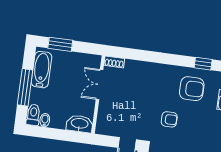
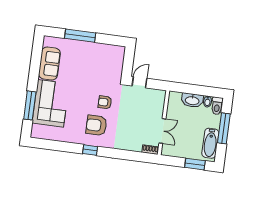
window: (203, 64) -> (90, 150), moved
armchair: (192, 89) -> (96, 125), moved
washbasin: (80, 124) -> (192, 100), moved

